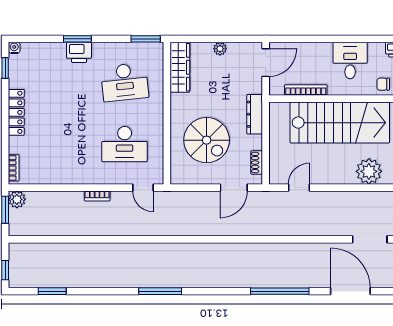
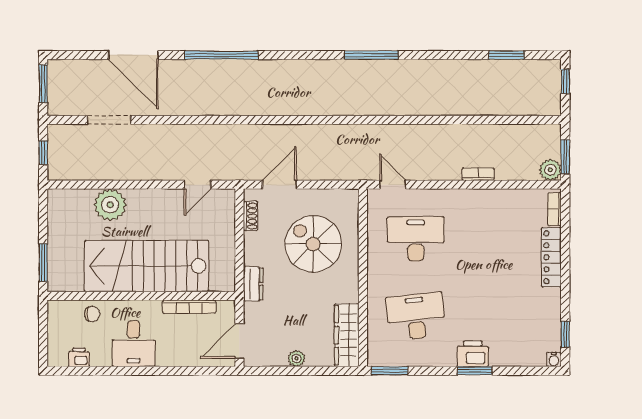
locker: (16, 112) -> (551, 257), moved
dresser: (255, 114) -> (253, 284), width x0.70
bookcase: (97, 196) -> (478, 174), moved

